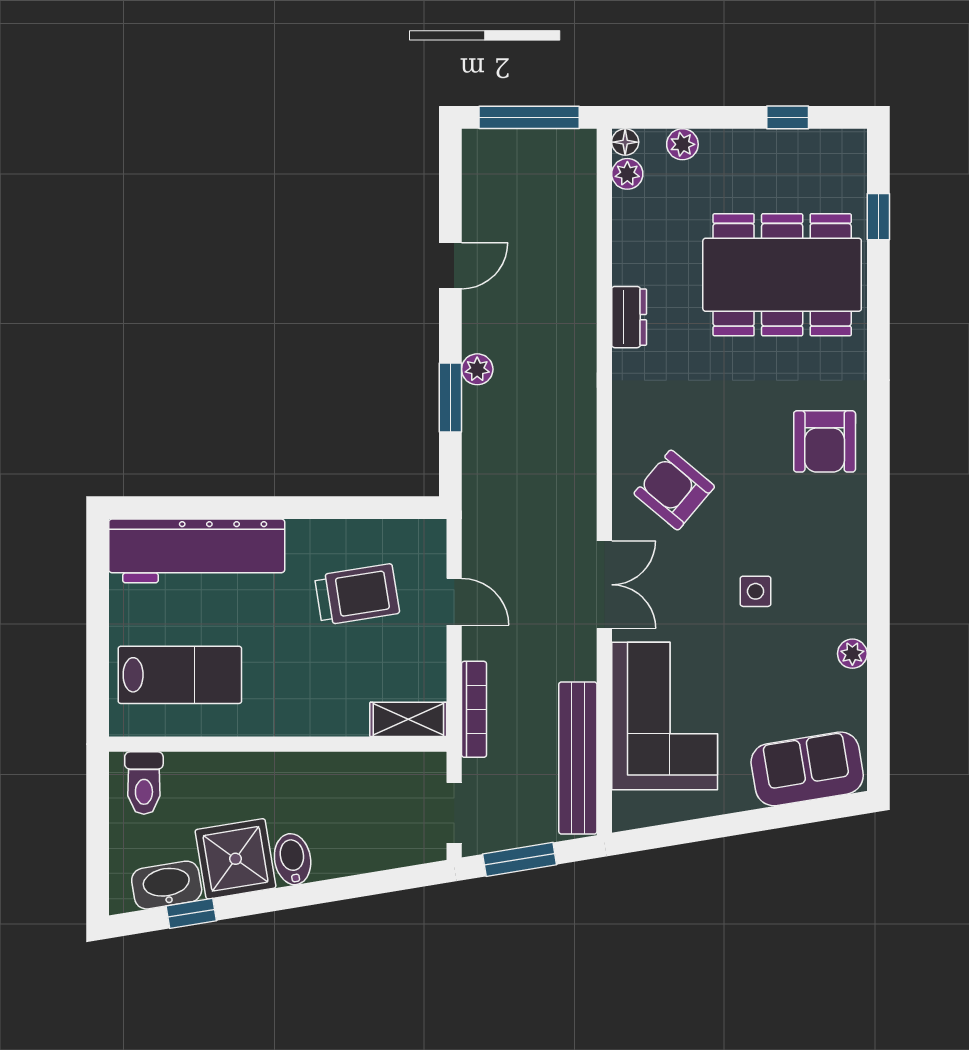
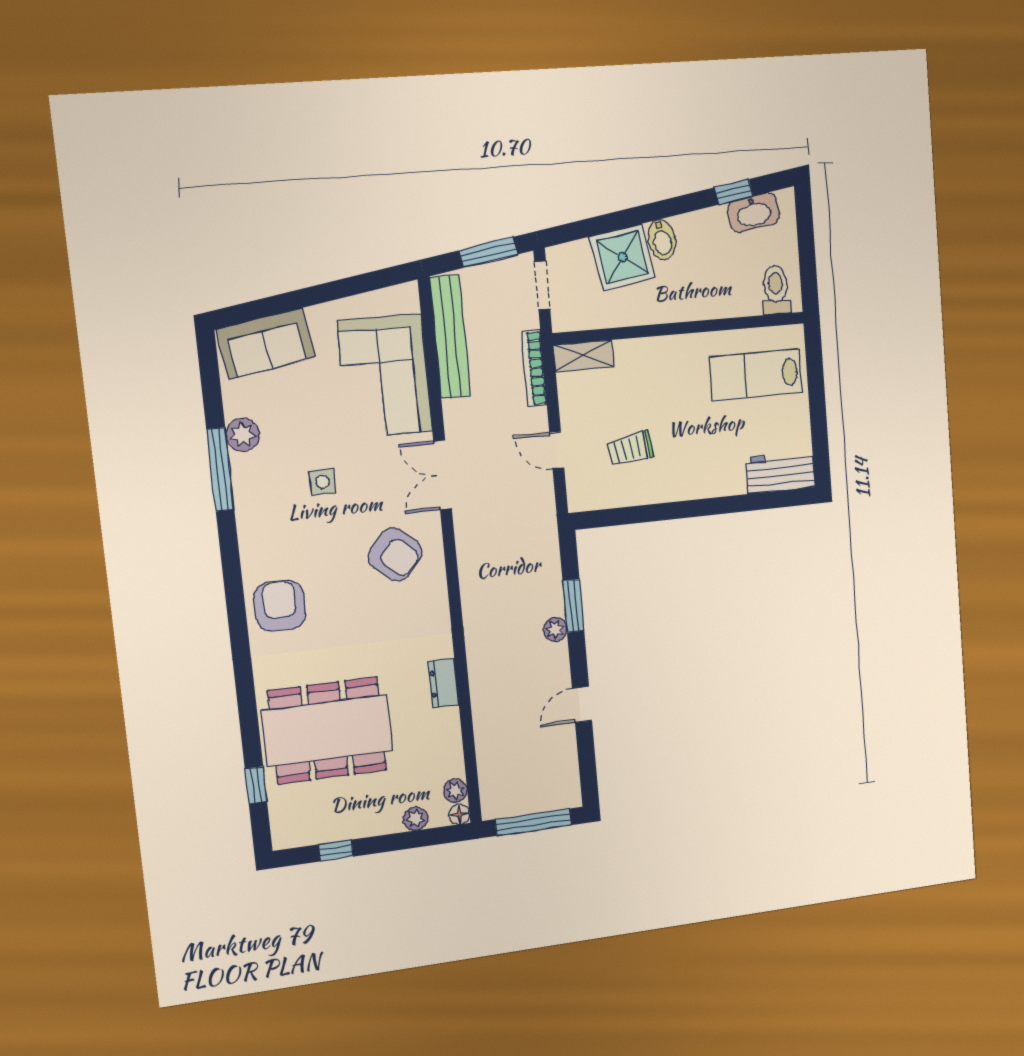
workbench: (197, 551) -> (780, 472), width x0.53, depth x0.76
trolley: (357, 594) -> (630, 449), width x0.73, depth x0.72
window: (878, 619) -> (220, 469), added
plant: (852, 654) -> (243, 435), width x1.38, depth x1.38
shower: (236, 859) -> (622, 257), moved

